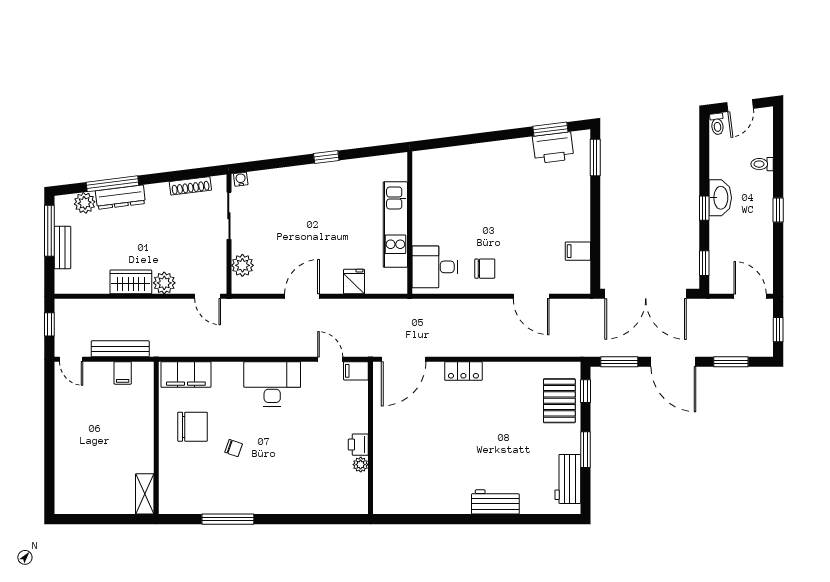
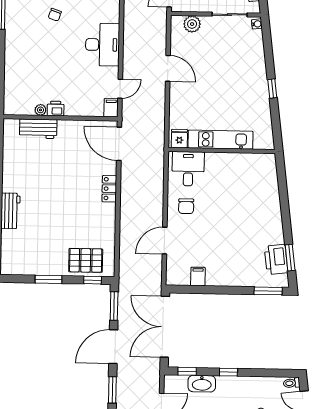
washbasin: (720, 198) -> (202, 384), moved
fridge: (354, 282) -> (179, 139), moved, turned -90
workbench: (568, 479) -> (38, 129), moved, turned 180

